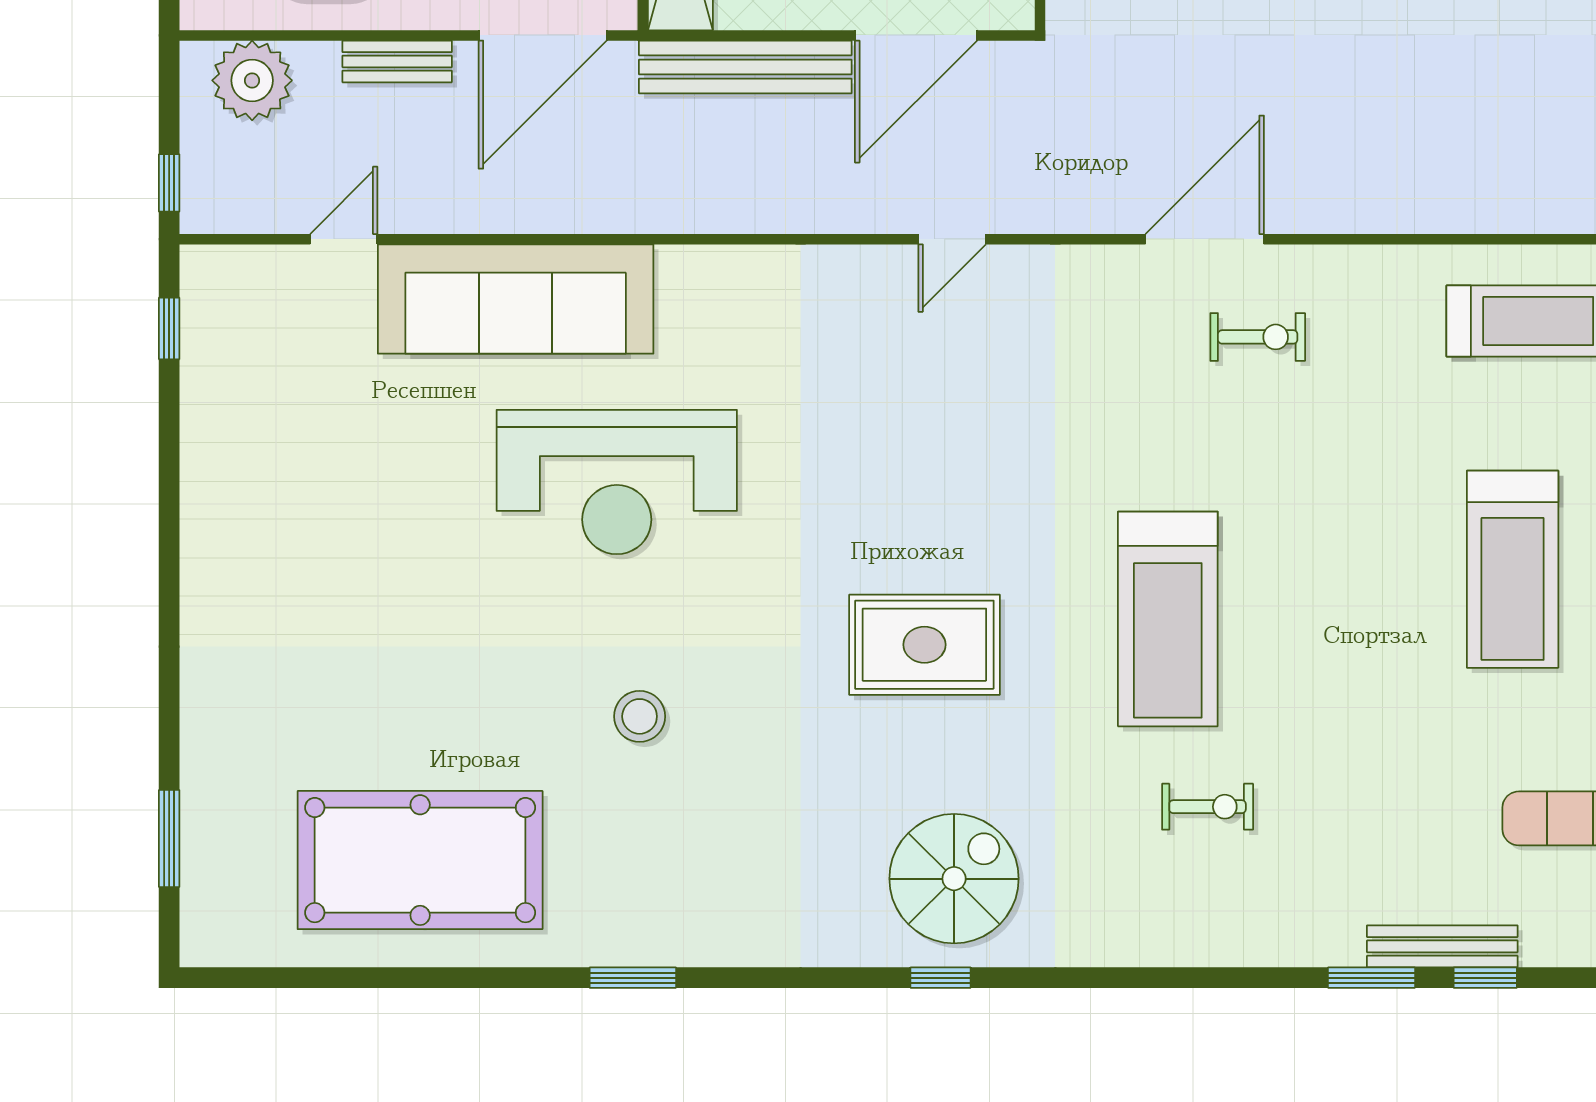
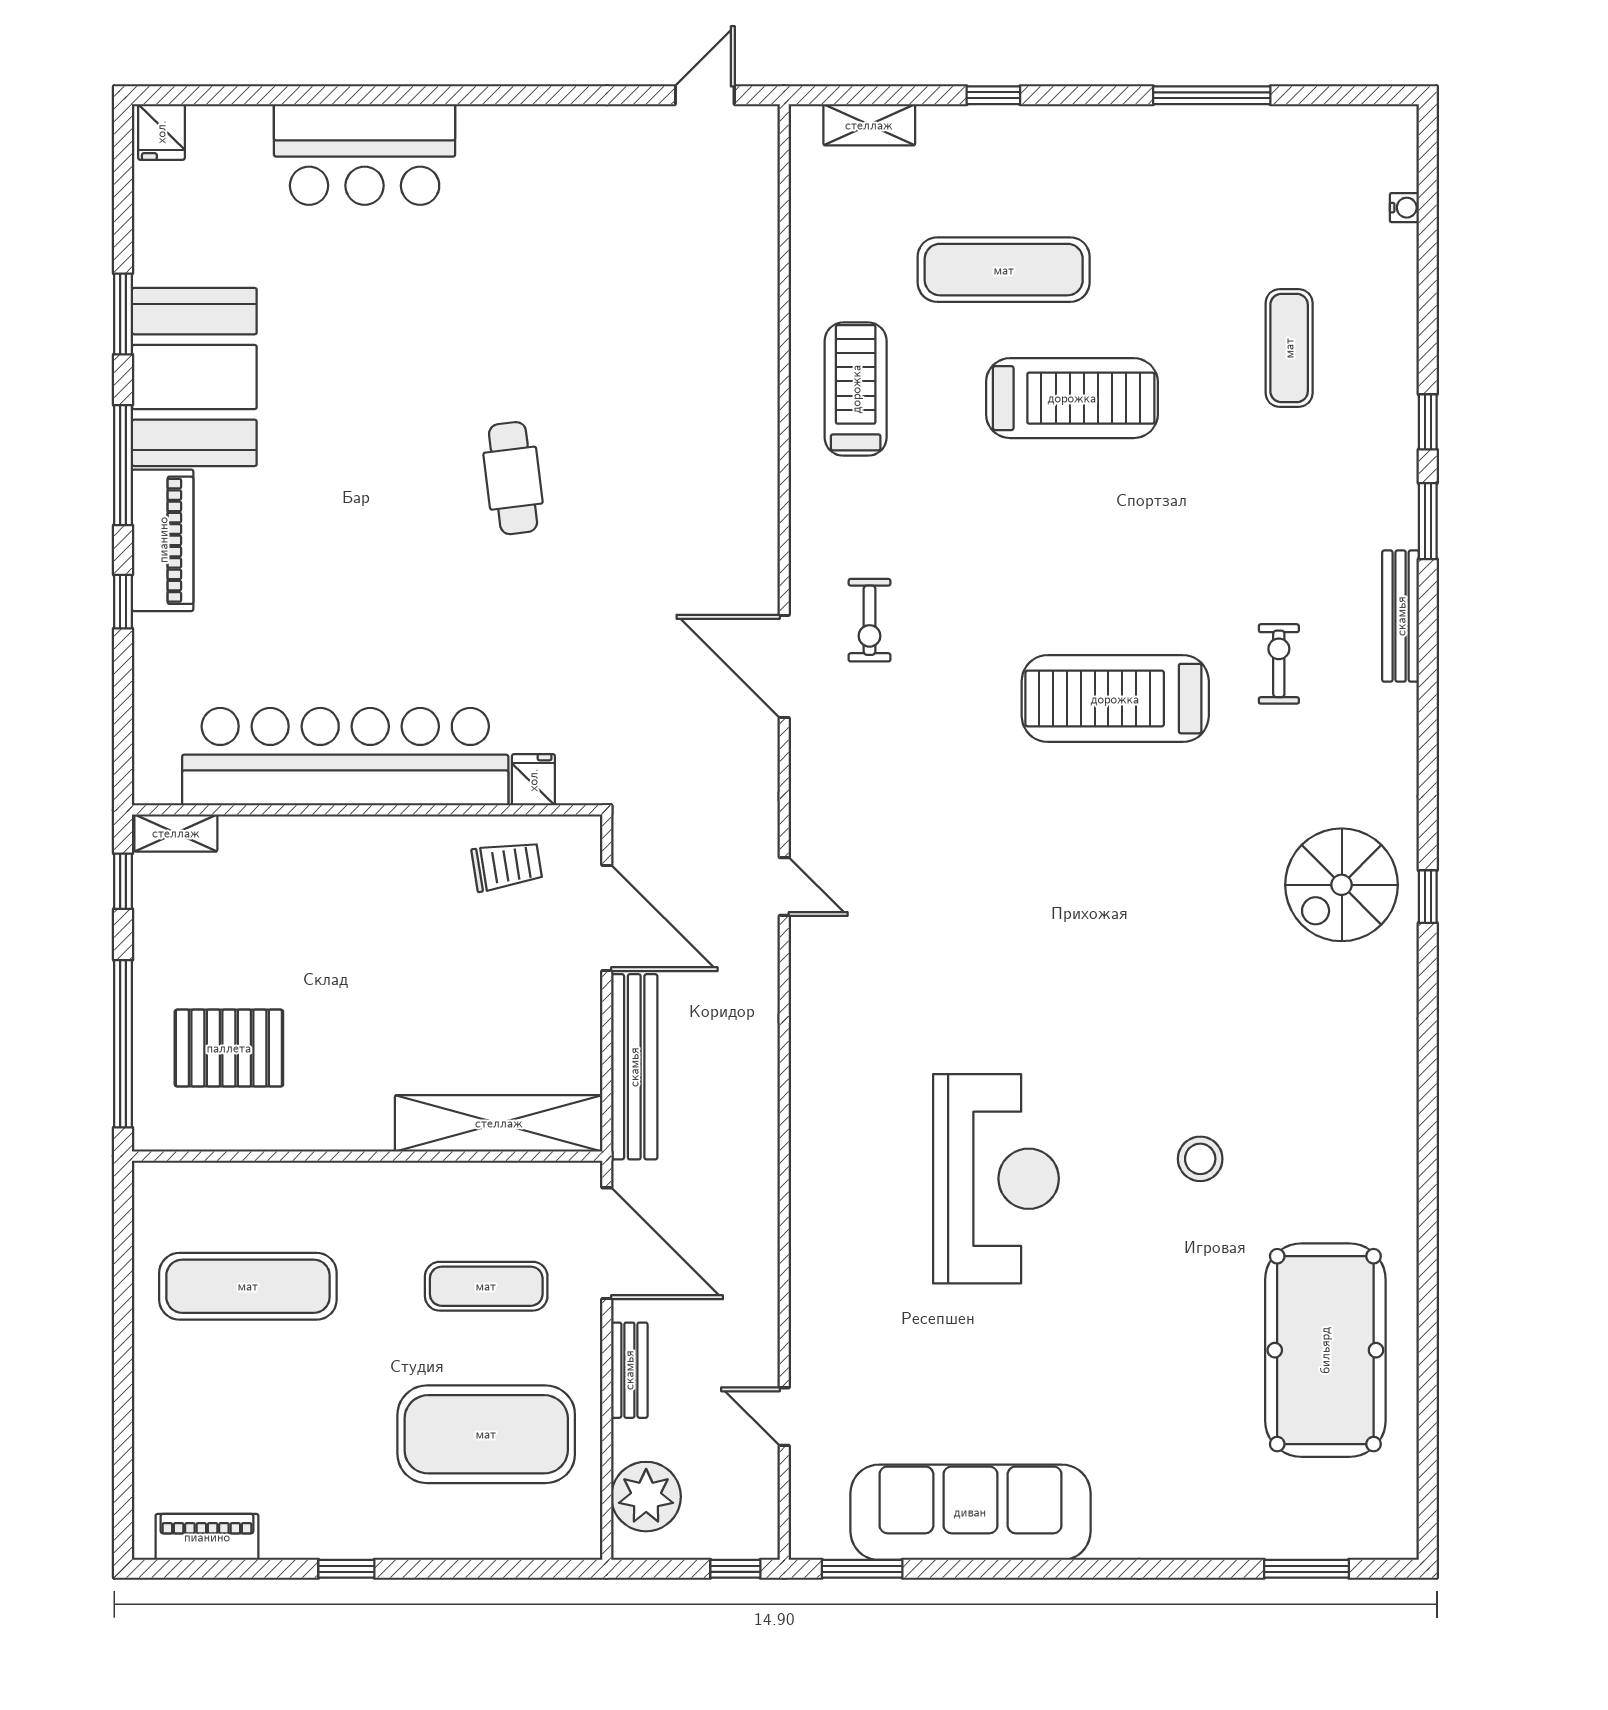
sofa: (516, 299) -> (970, 1512), moved, turned -90
window: (169, 328) -> (862, 1569), width x1.50
exercise bike: (1258, 337) -> (869, 620), turned 180
treadmill: (1168, 619) -> (1115, 699), turned 180
rug: (924, 645) -> (1138, 911), removed
spiral stairs: (954, 879) -> (1342, 885), turned -90
bench: (1442, 946) -> (1401, 616), moved
window: (633, 978) -> (1428, 1165), removed

